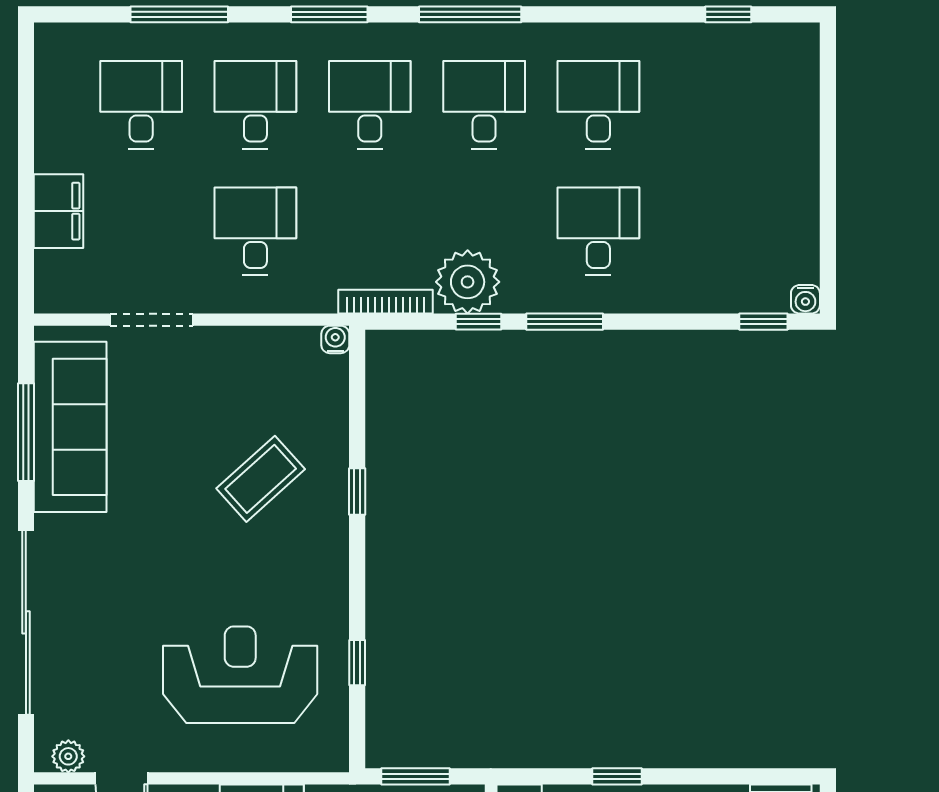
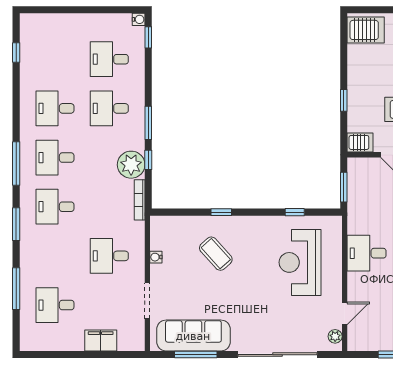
desk: (255, 105) -> (109, 59), moved
water cooler: (335, 339) -> (156, 257), moved

